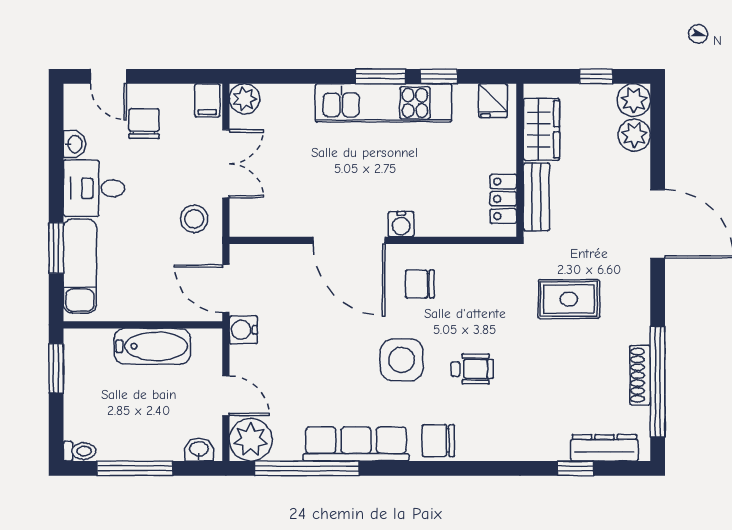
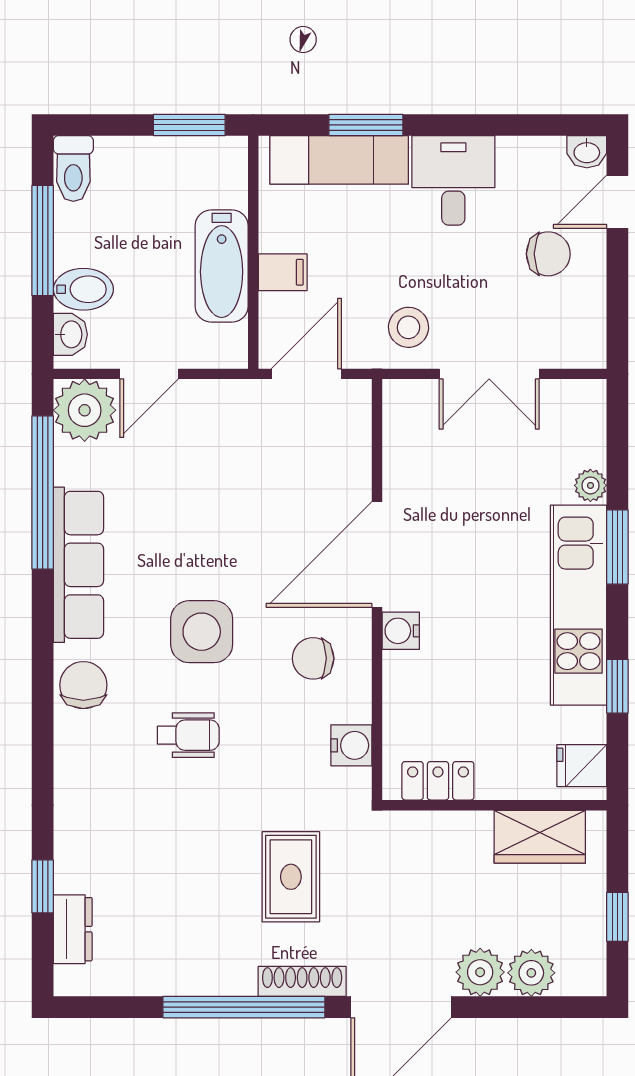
window: (381, 76) -> (617, 547), moved
plant: (245, 99) -> (590, 485), moved, width x0.73, depth x0.73
filing cabinet: (207, 100) -> (283, 272), moved, turned 180
plant: (634, 100) -> (480, 972), moved
washbasin: (74, 144) -> (587, 152), moved
bench: (536, 197) -> (441, 829), removed
chair: (420, 284) -> (313, 658), turned -90
water cooler: (243, 330) -> (351, 745), moved, turned 90
wheelchair: (472, 369) -> (188, 735), turned -90
shoe rack: (640, 375) -> (302, 981), moved
window: (658, 382) -> (244, 1007), moved
bidet: (168, 441) -> (83, 289), added
dresser: (604, 448) -> (73, 929), width x0.70
toilet: (80, 451) -> (73, 169), width x1.37, depth x1.39

